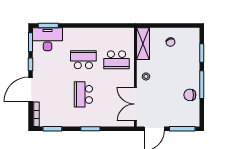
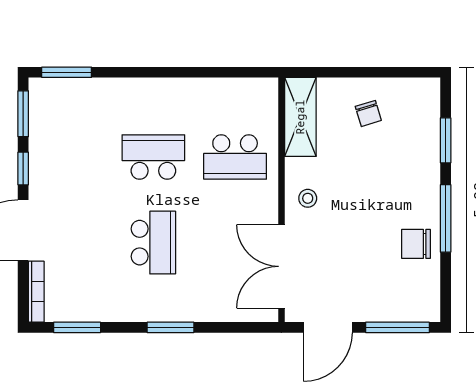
desk: (48, 39) -> (65, 106), removed
school desk: (83, 94) -> (153, 243), turned 180

